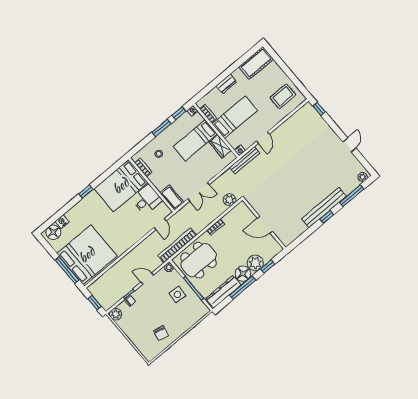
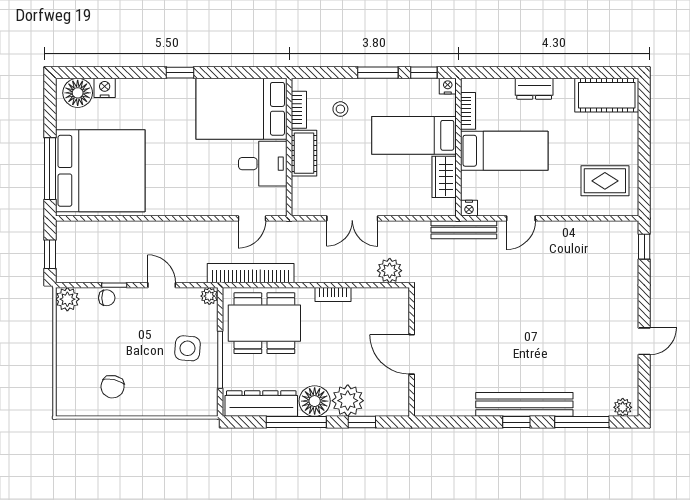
cot: (172, 198) -> (304, 153), moved

